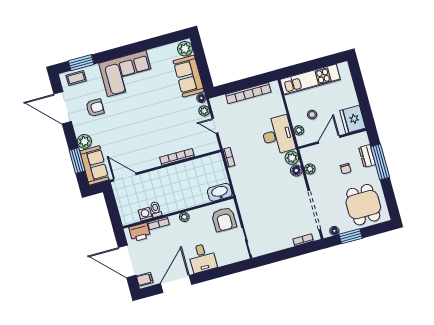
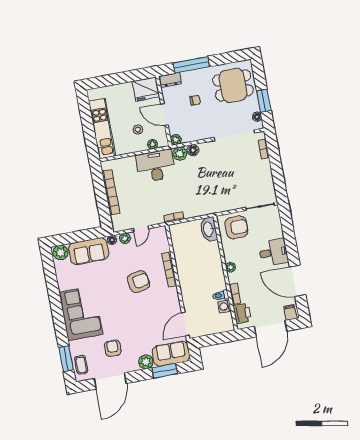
armchair: (163, 128) -> (138, 282), added
dresser: (367, 156) -> (170, 80), moved
plant: (310, 169) -> (176, 140), moved

